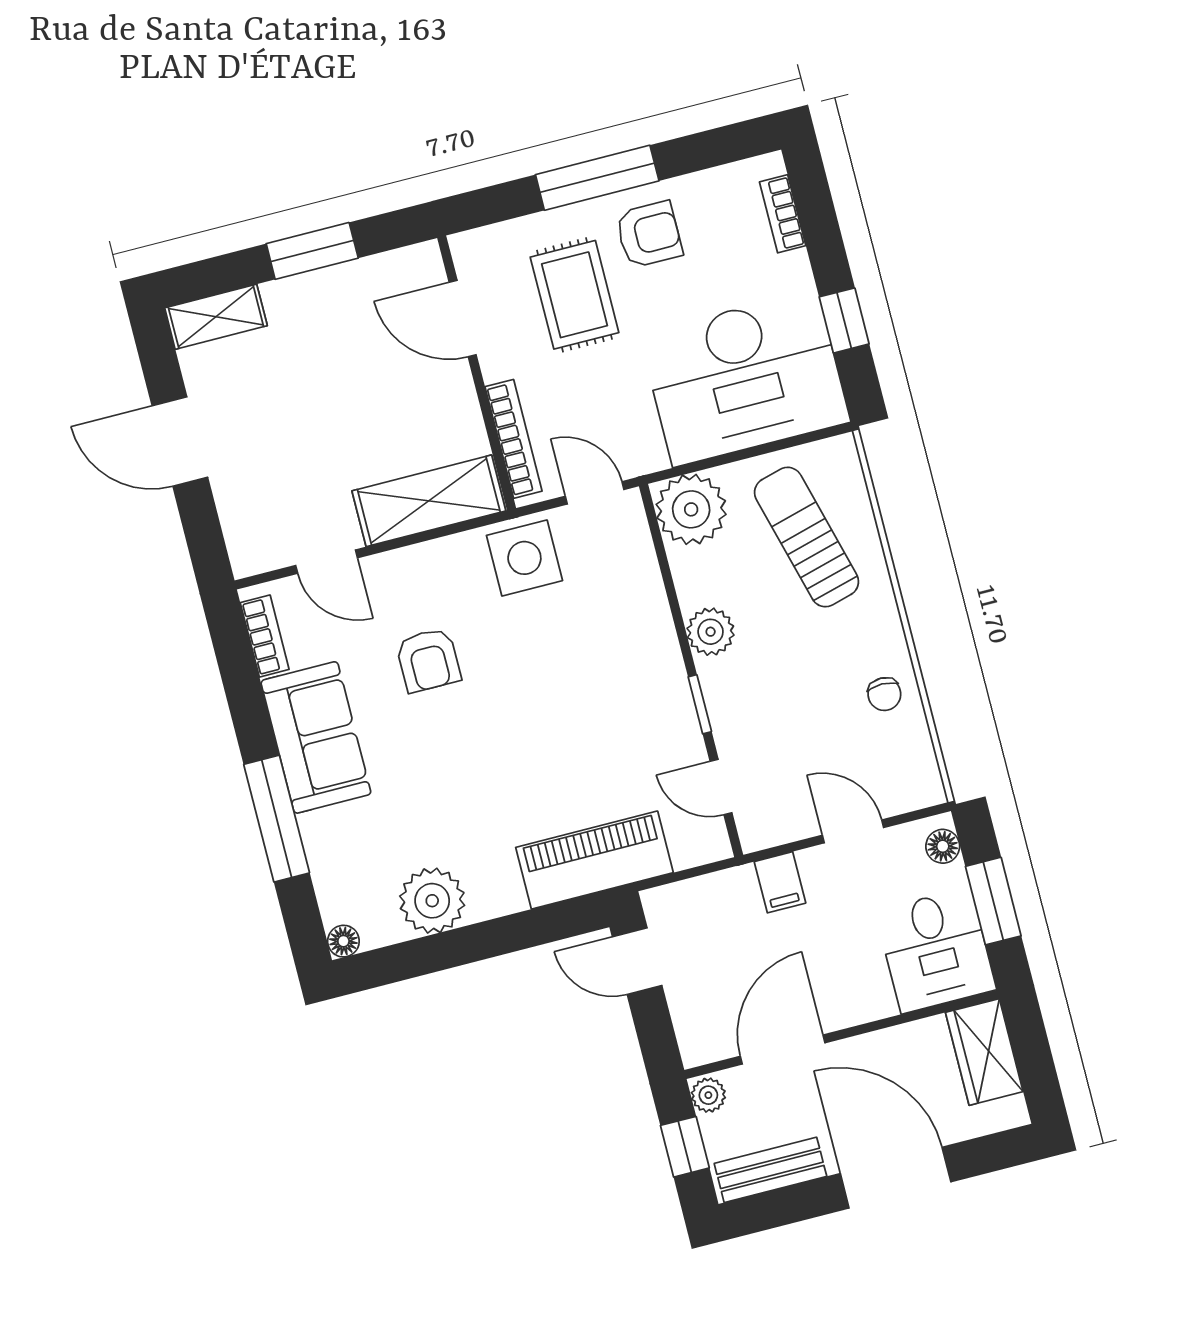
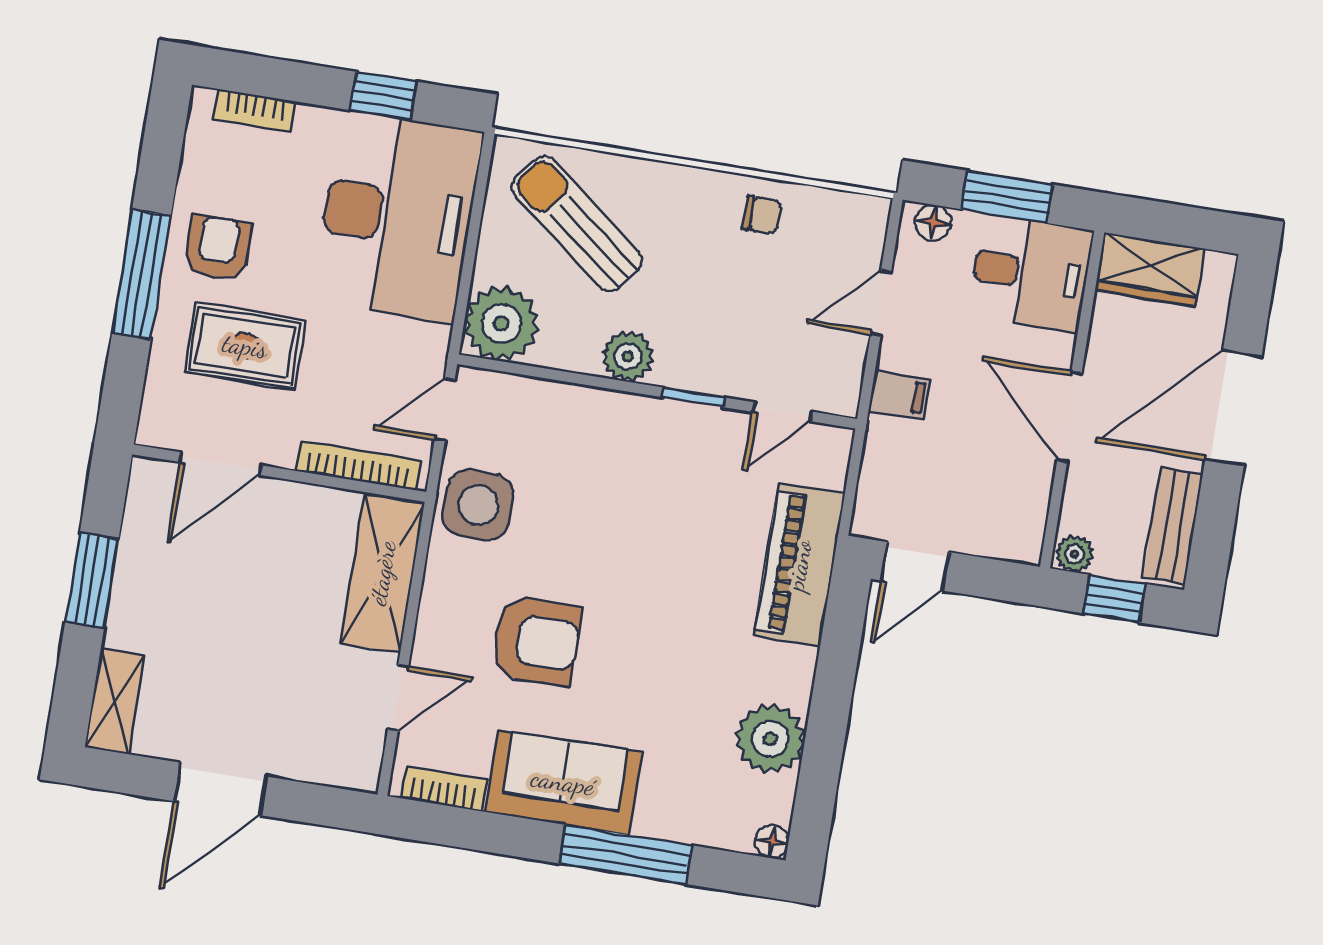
sun lounger: (807, 537) -> (577, 224), turned 53
armchair: (428, 660) -> (536, 641), width x1.38, depth x1.38
door: (783, 1049) -> (1069, 417), moved

